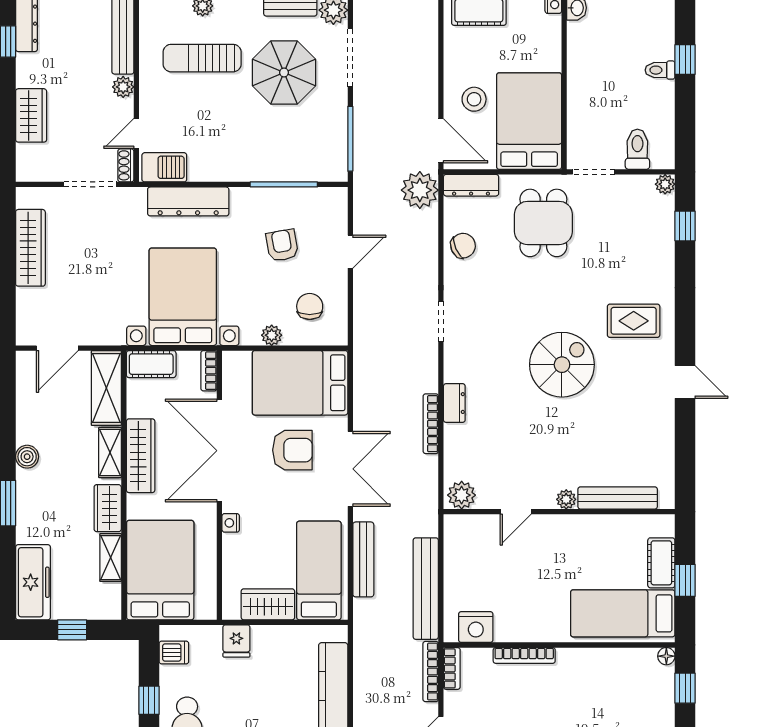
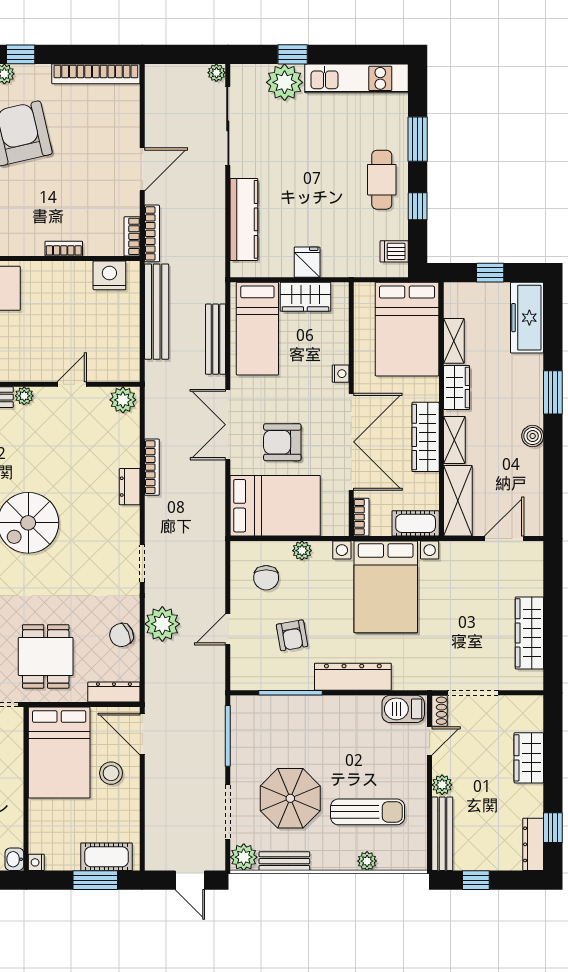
plant: (420, 190) -> (162, 624), moved
dresser: (188, 201) -> (353, 677), moved
fridge: (236, 641) -> (307, 262), moved
bookcase: (524, 655) -> (64, 249), width x0.64

